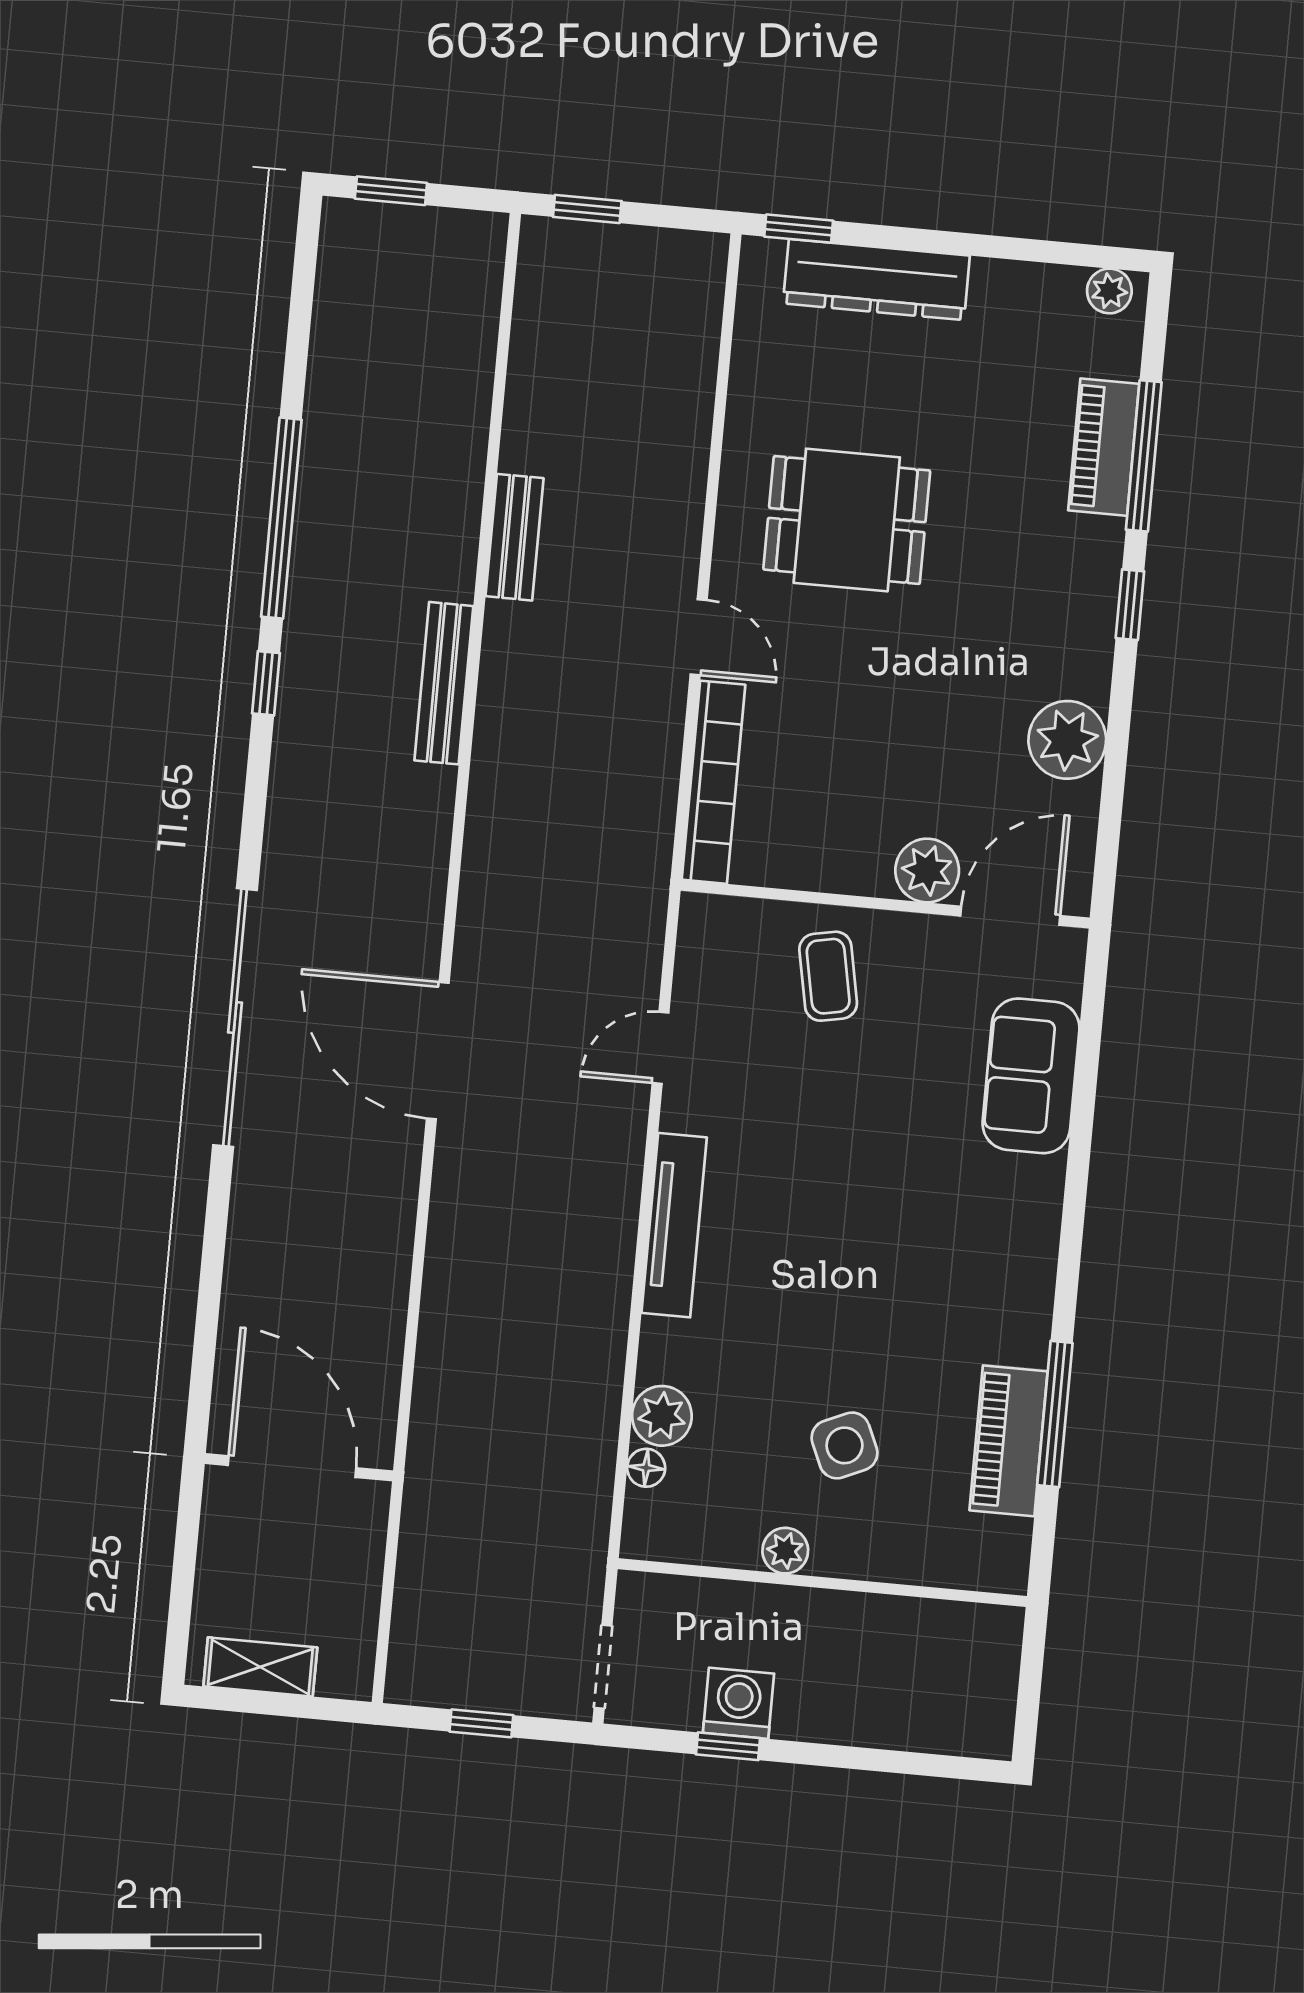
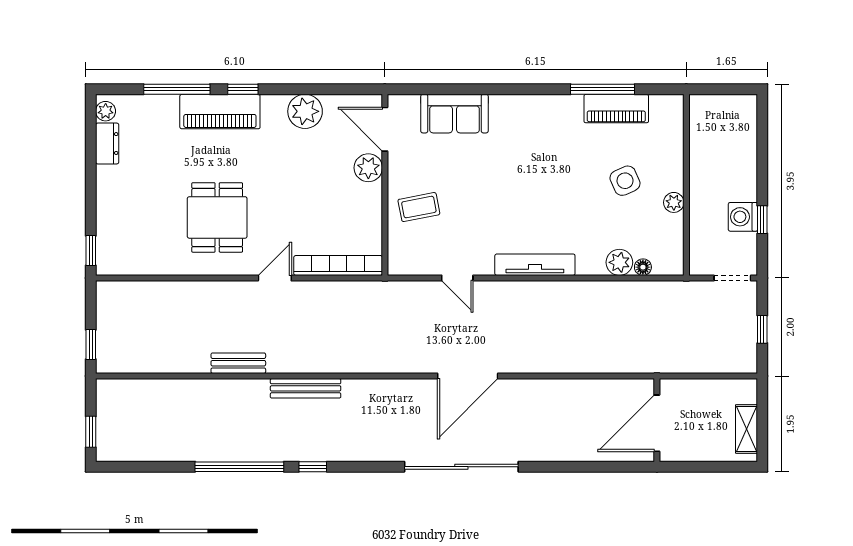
dresser: (876, 280) -> (107, 144), moved, width x0.51, depth x0.80
piano: (1104, 447) -> (220, 112), moved, width x1.37, depth x1.33

